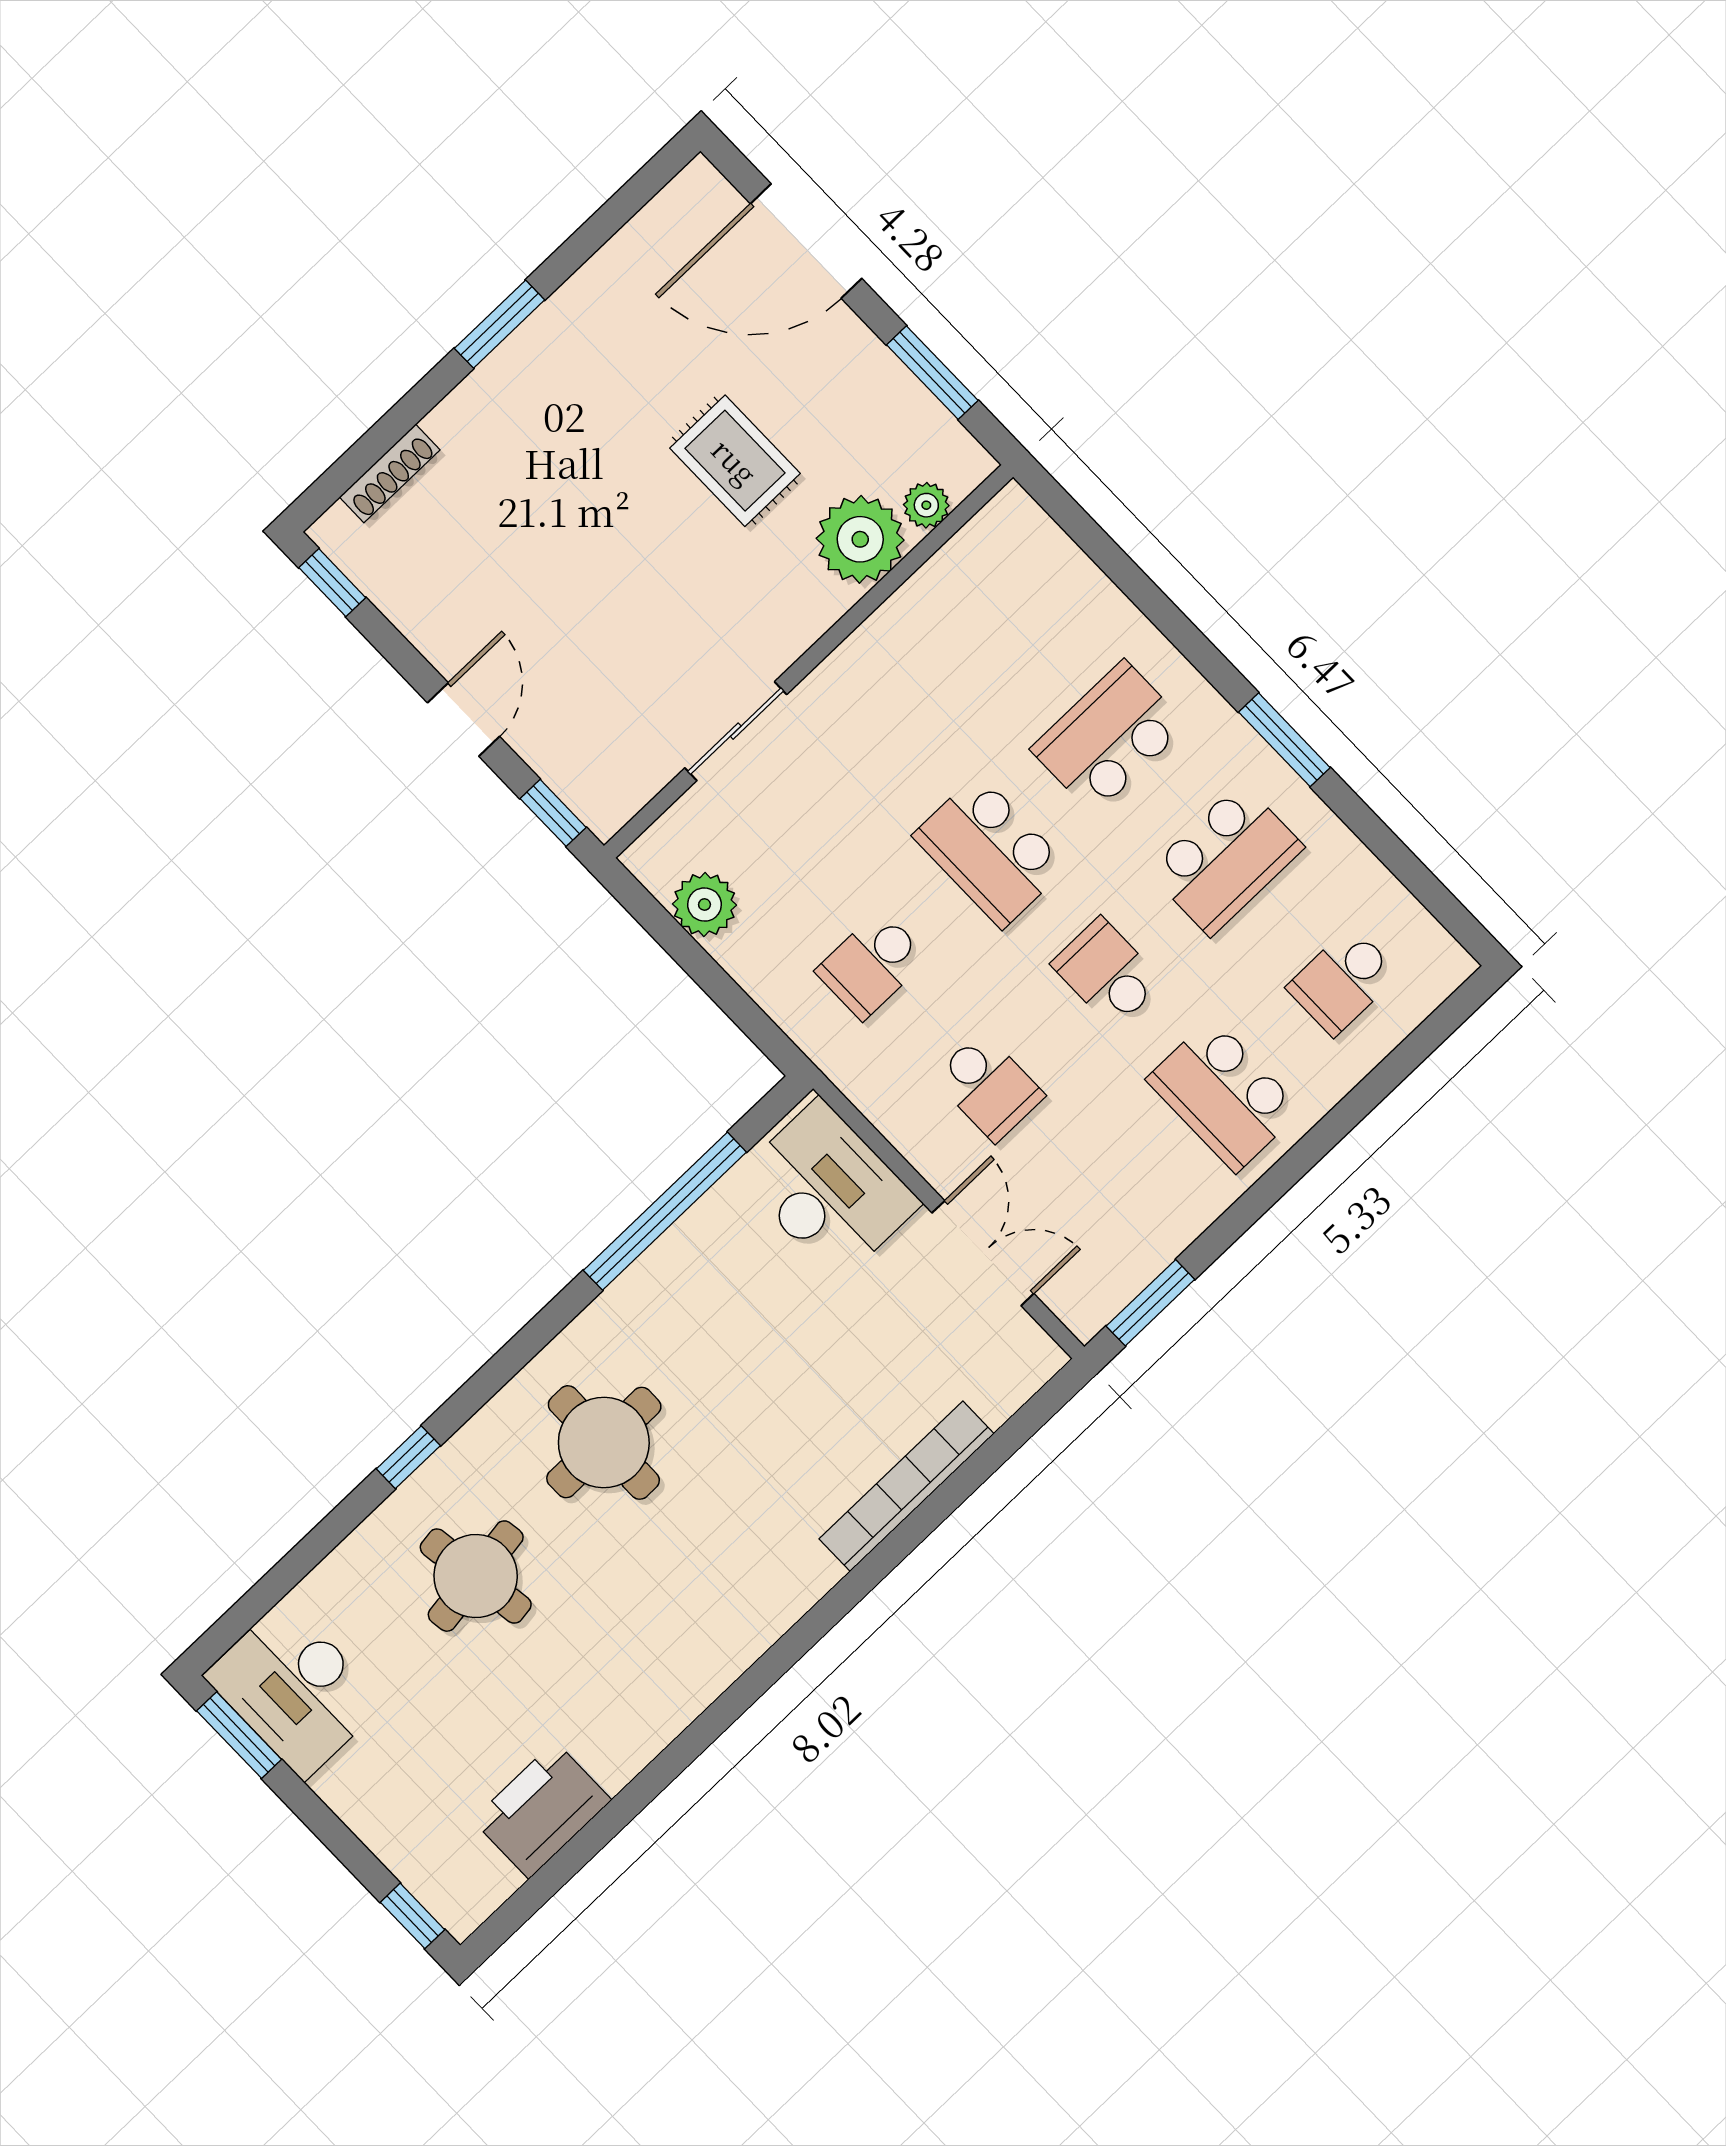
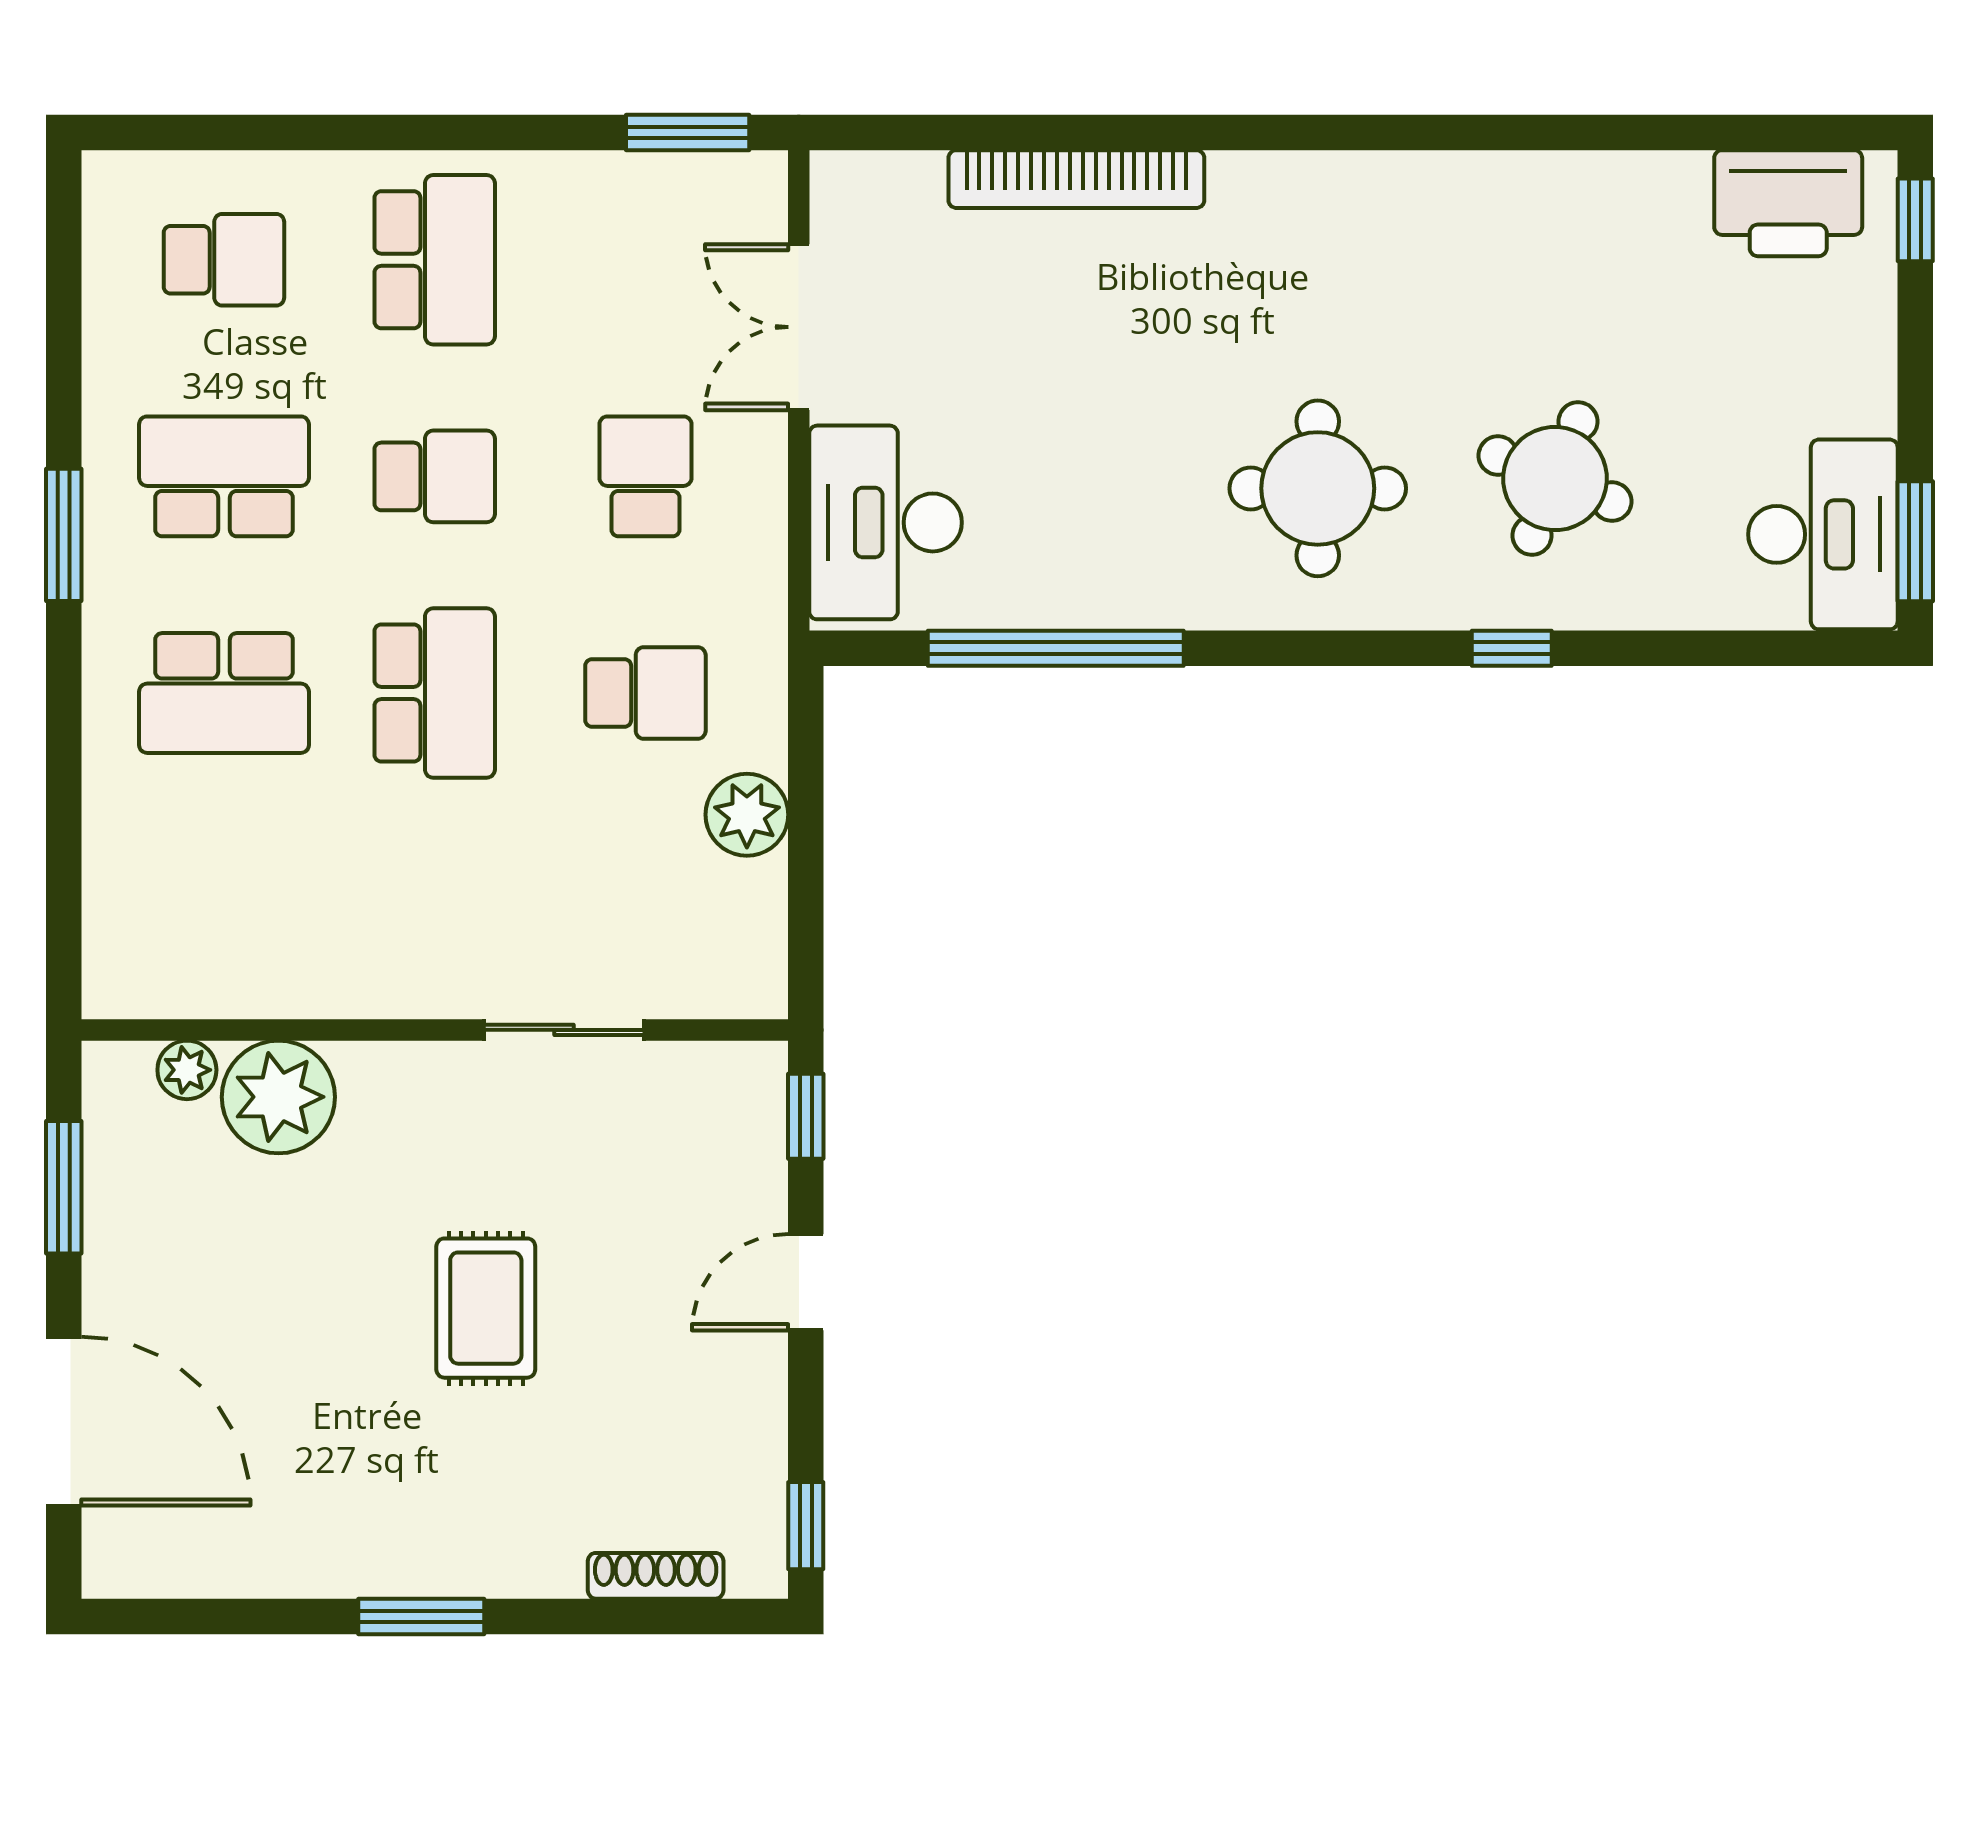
rug: (735, 461) -> (486, 1308), moved
plant: (704, 905) -> (747, 815), moved
school desk: (1107, 973) -> (435, 476), turned -90
round table: (476, 1576) -> (1555, 479), turned 30
printer: (542, 1810) -> (1788, 203), moved

